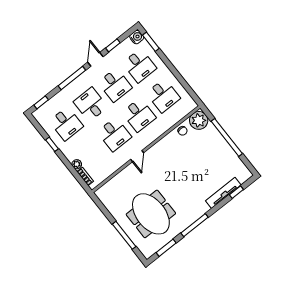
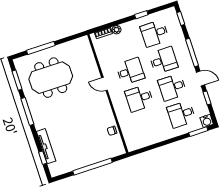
desk: (163, 96) -> (148, 125), removed
plant: (199, 120) -> (116, 148), removed
desk: (114, 134) -> (130, 71), turned 180

